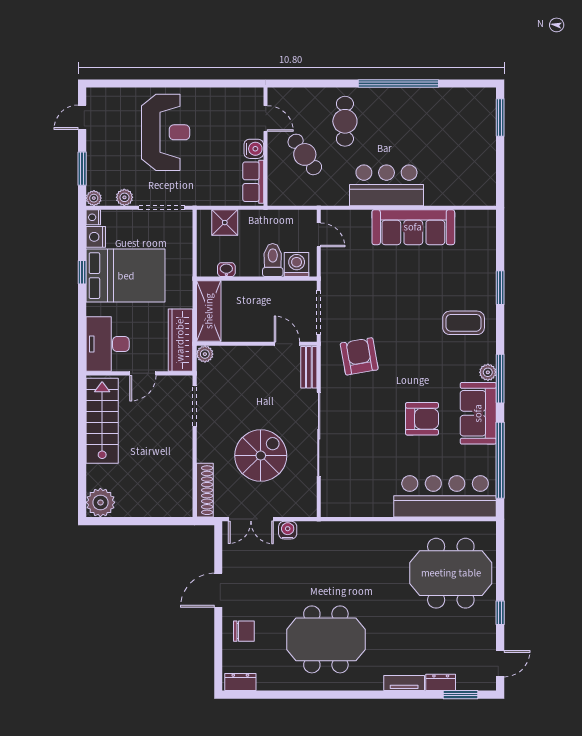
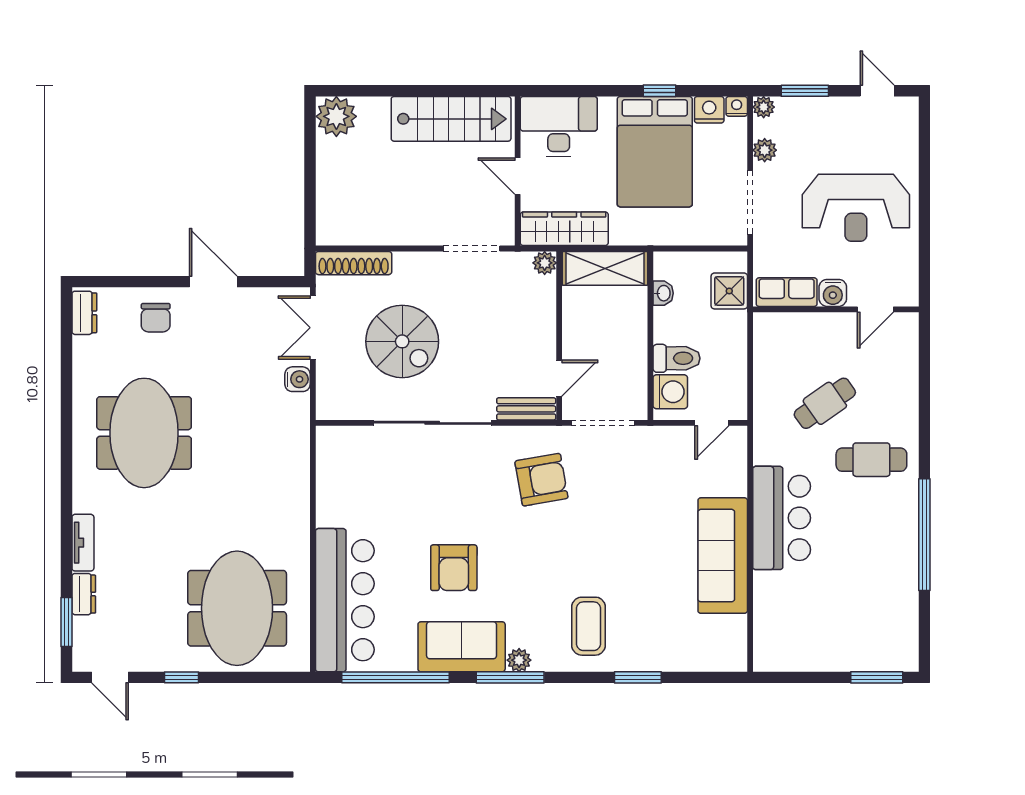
door: (266, 118) -> (875, 309), moved
wall: (266, 147) -> (836, 309), moved
water cooler: (254, 149) -> (833, 293), moved
row of seats: (253, 182) -> (787, 292), moved

